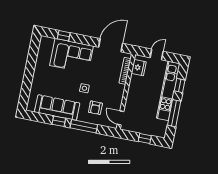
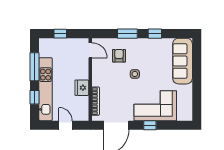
window: (64, 36) -> (150, 125), moved
door: (157, 54) -> (66, 125), swing flipped
fridge: (139, 68) -> (82, 88), moved
sofa: (57, 108) -> (183, 61), moved, turned 90
window: (84, 126) -> (127, 34), width x0.69

